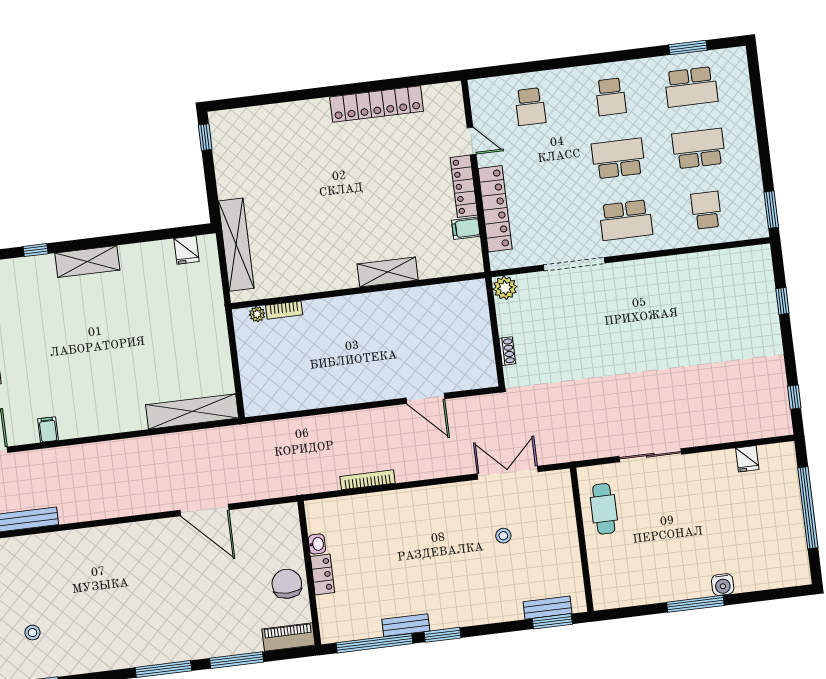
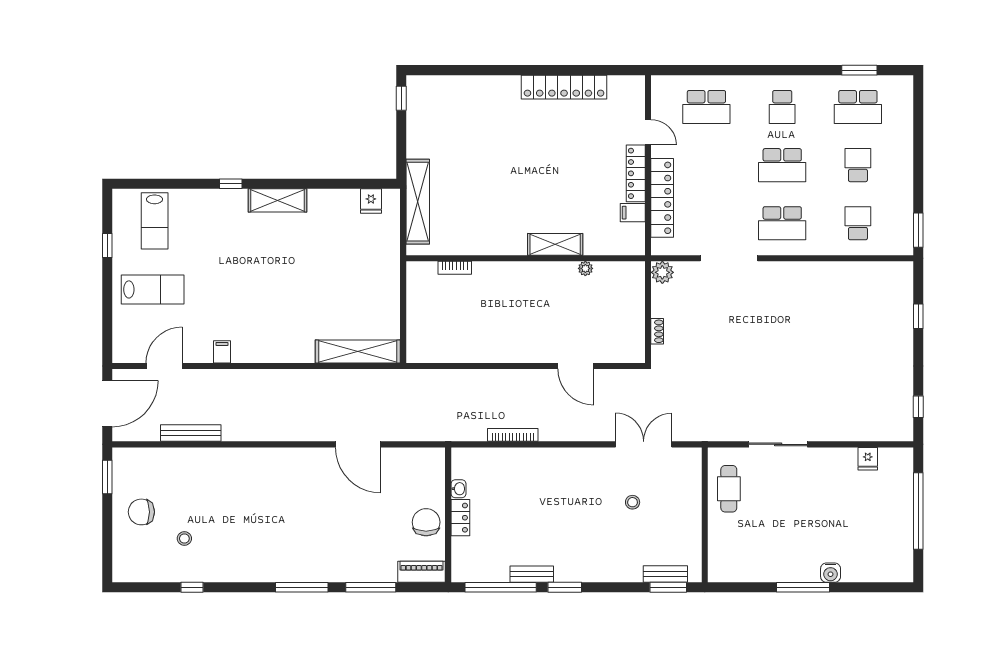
school desk: (530, 107) -> (706, 107), width x1.85
school desk: (699, 149) -> (858, 165), width x0.54
school desk: (618, 158) -> (782, 165), turned 180
plant: (257, 314) -> (585, 268), moved

